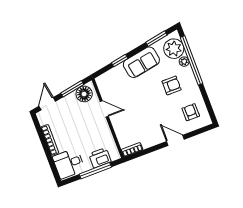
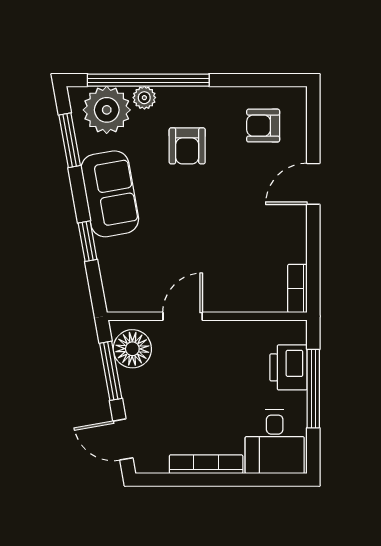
armchair: (172, 85) -> (187, 146), turned 180

